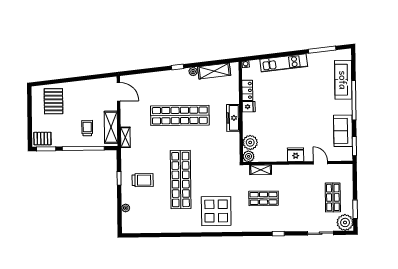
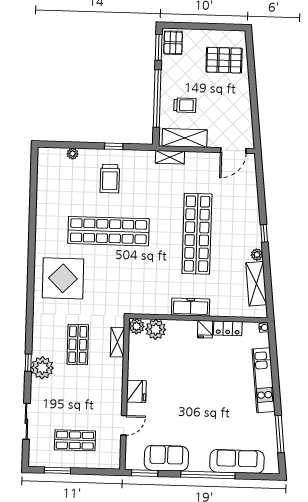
plant: (345, 222) -> (42, 368), moved

